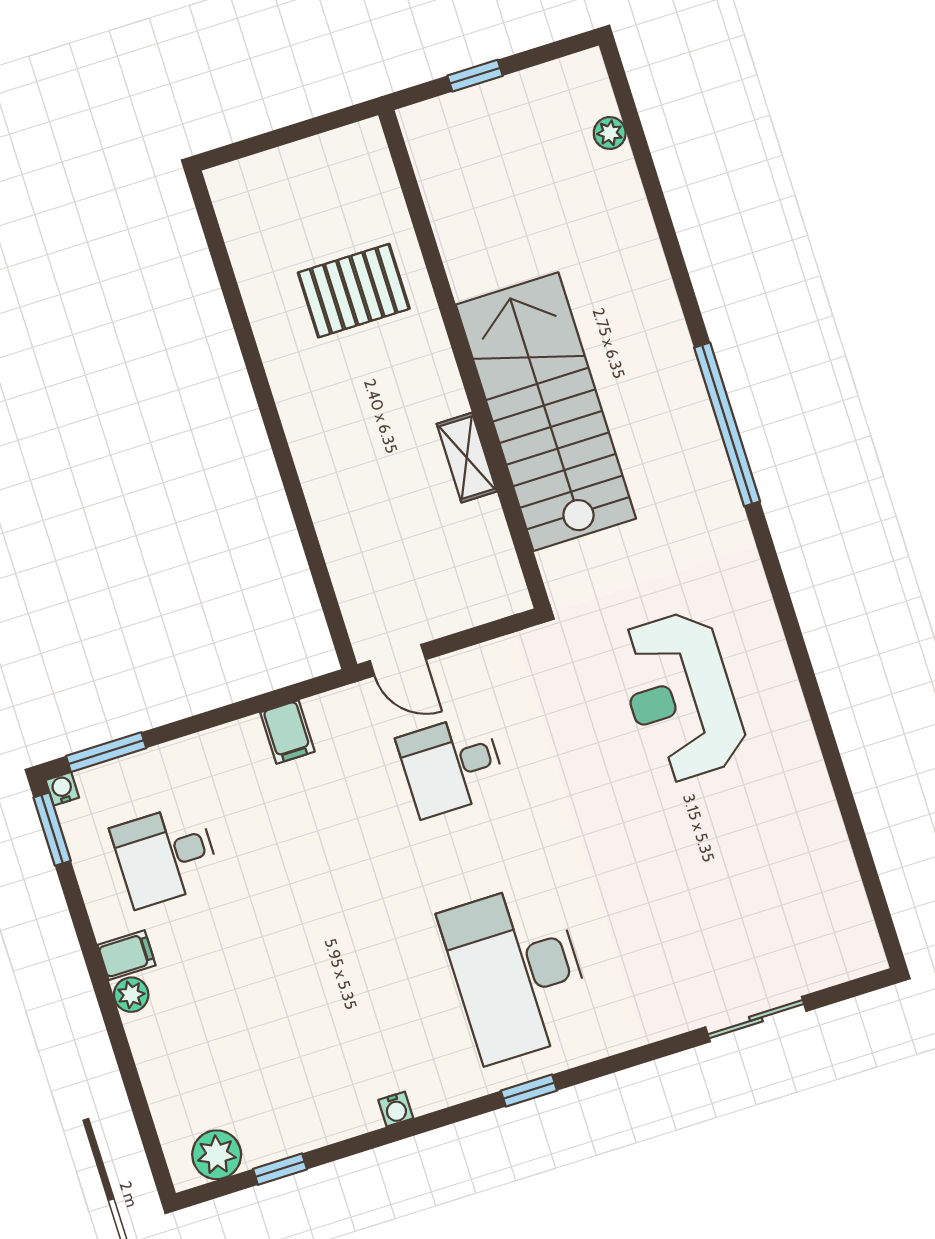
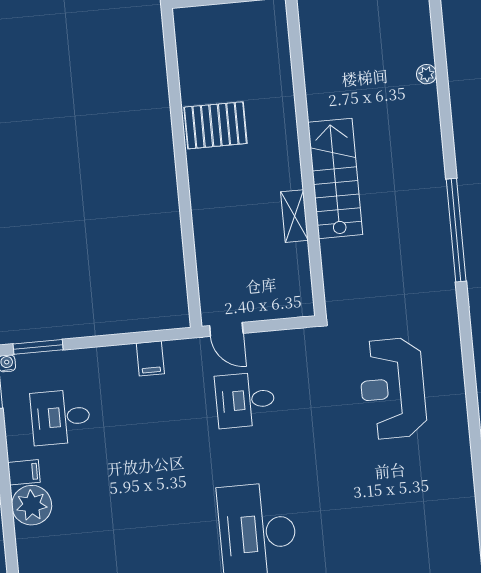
plant: (610, 133) -> (427, 74), moved
pallet: (354, 291) -> (215, 125), moved
stairs: (546, 412) -> (335, 178), width x0.73, depth x0.66
plant: (131, 995) -> (32, 505), width x1.87, depth x1.87

